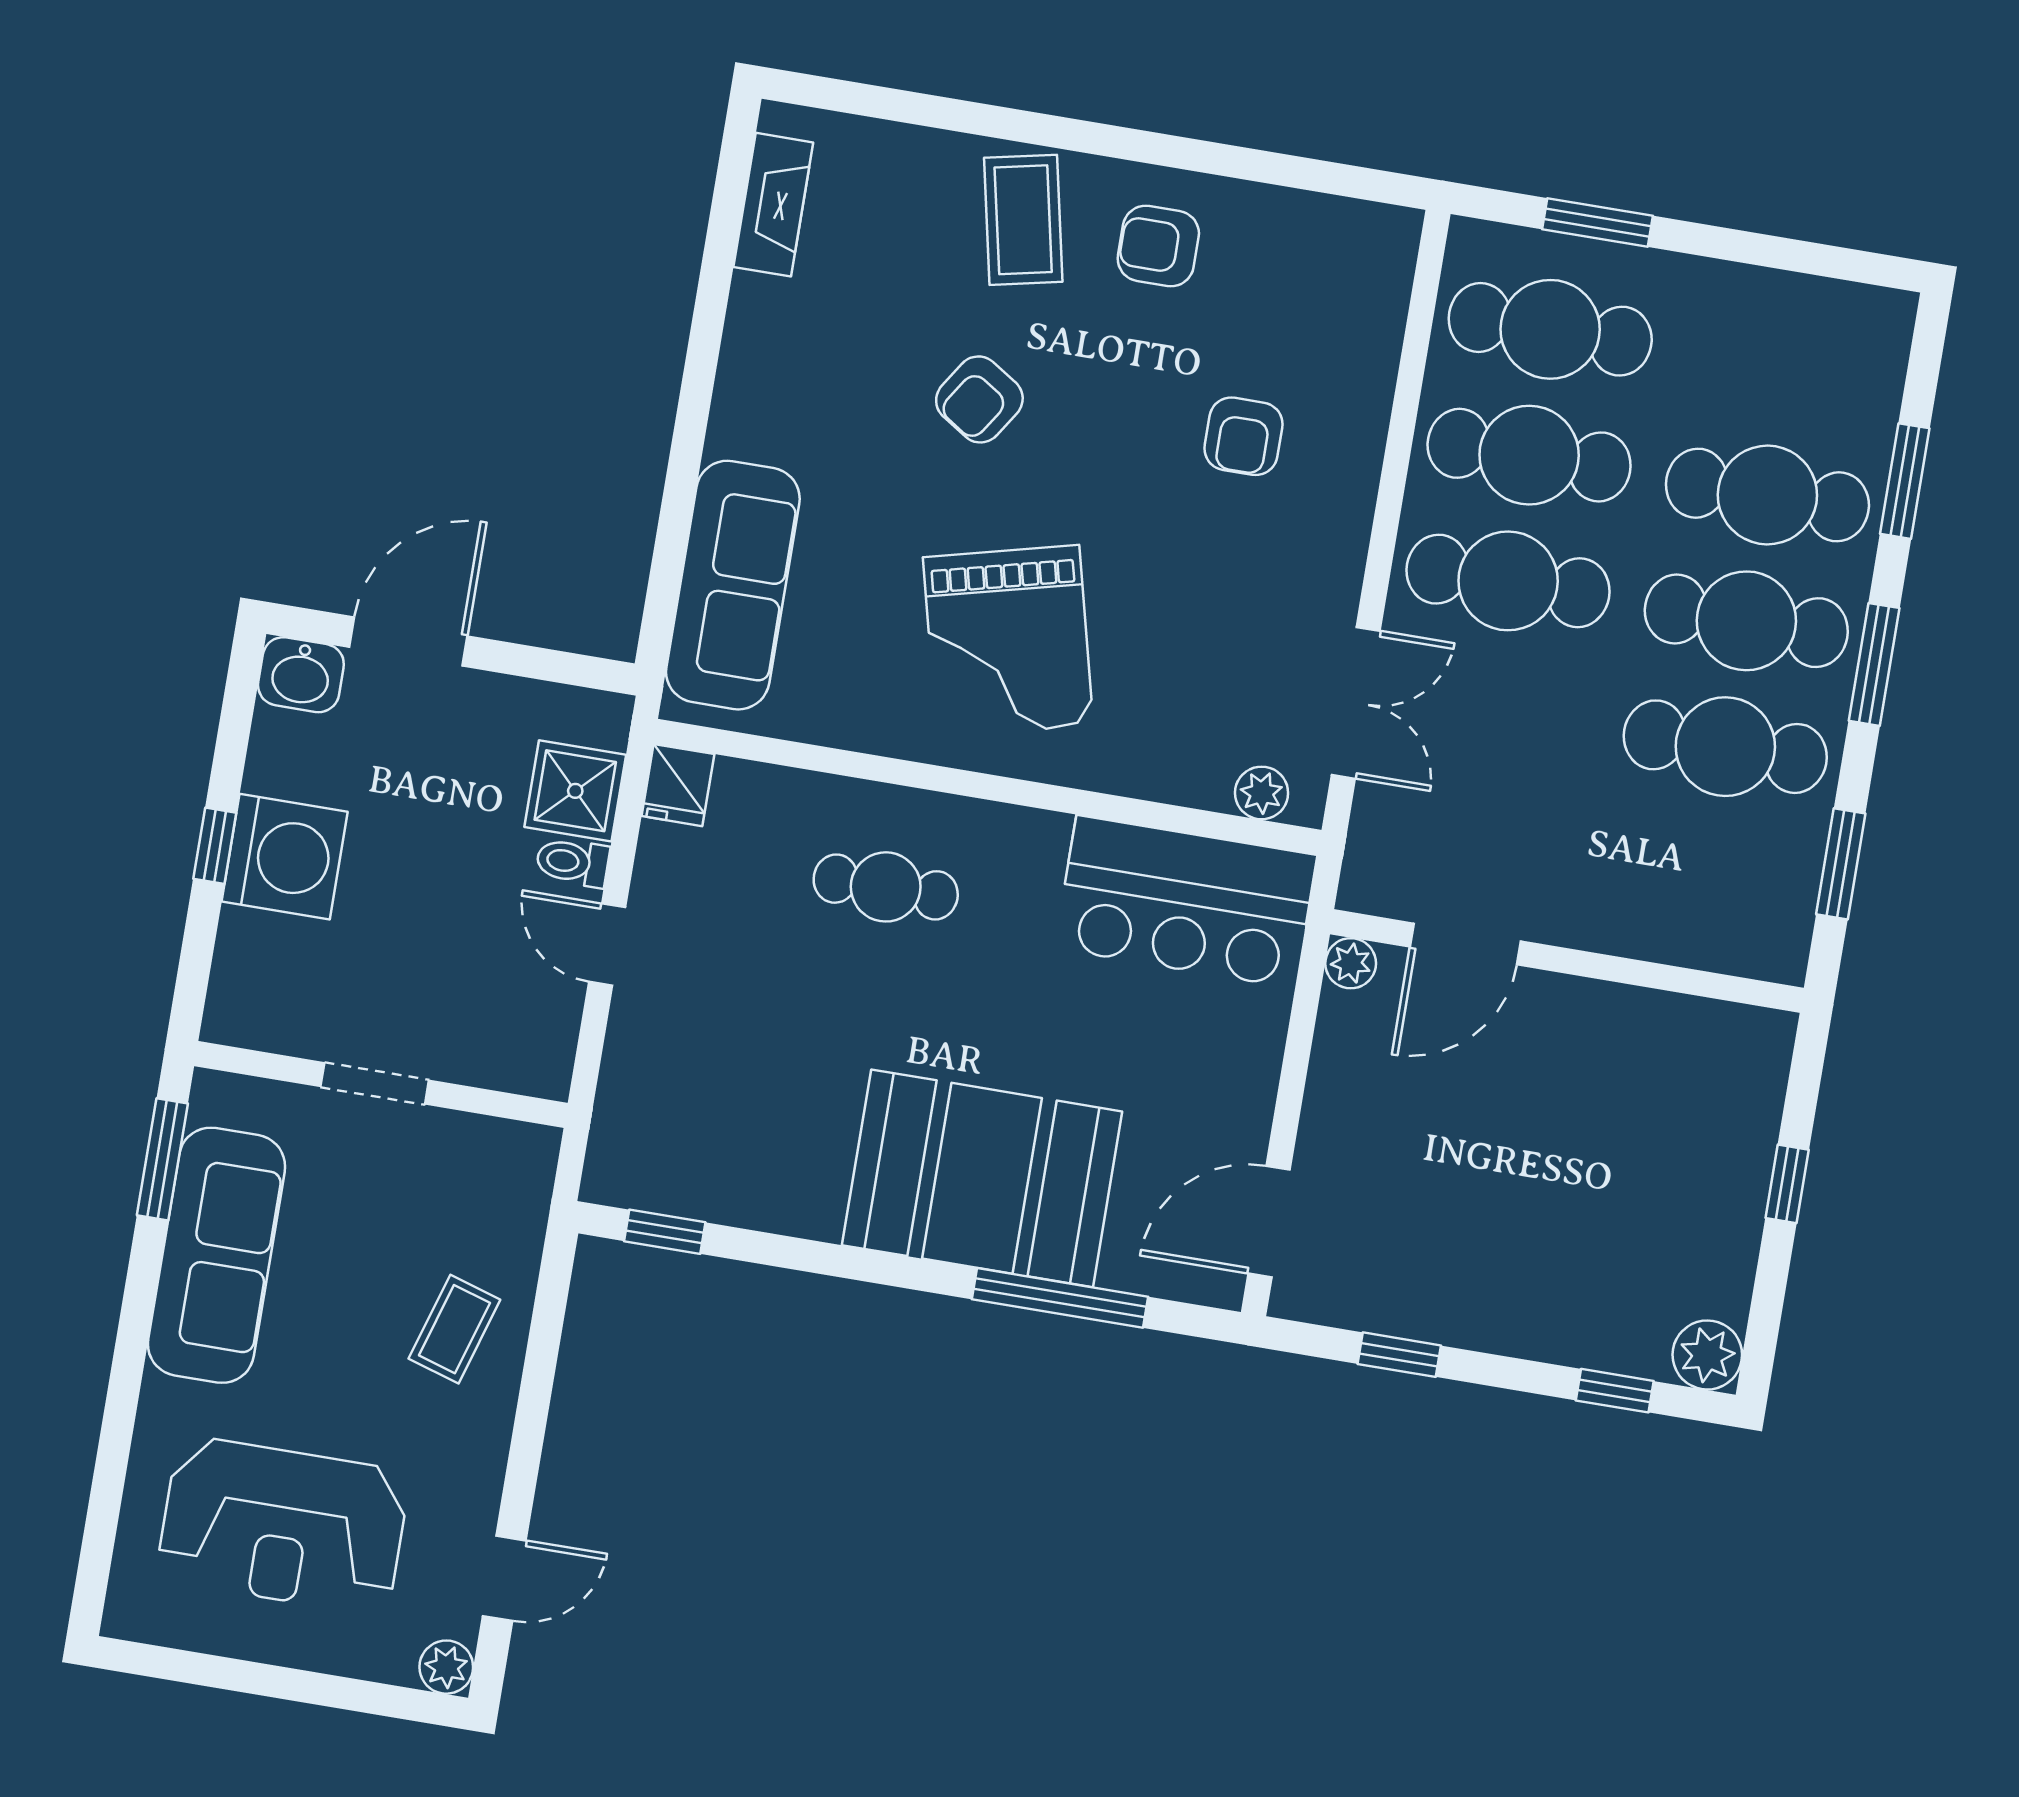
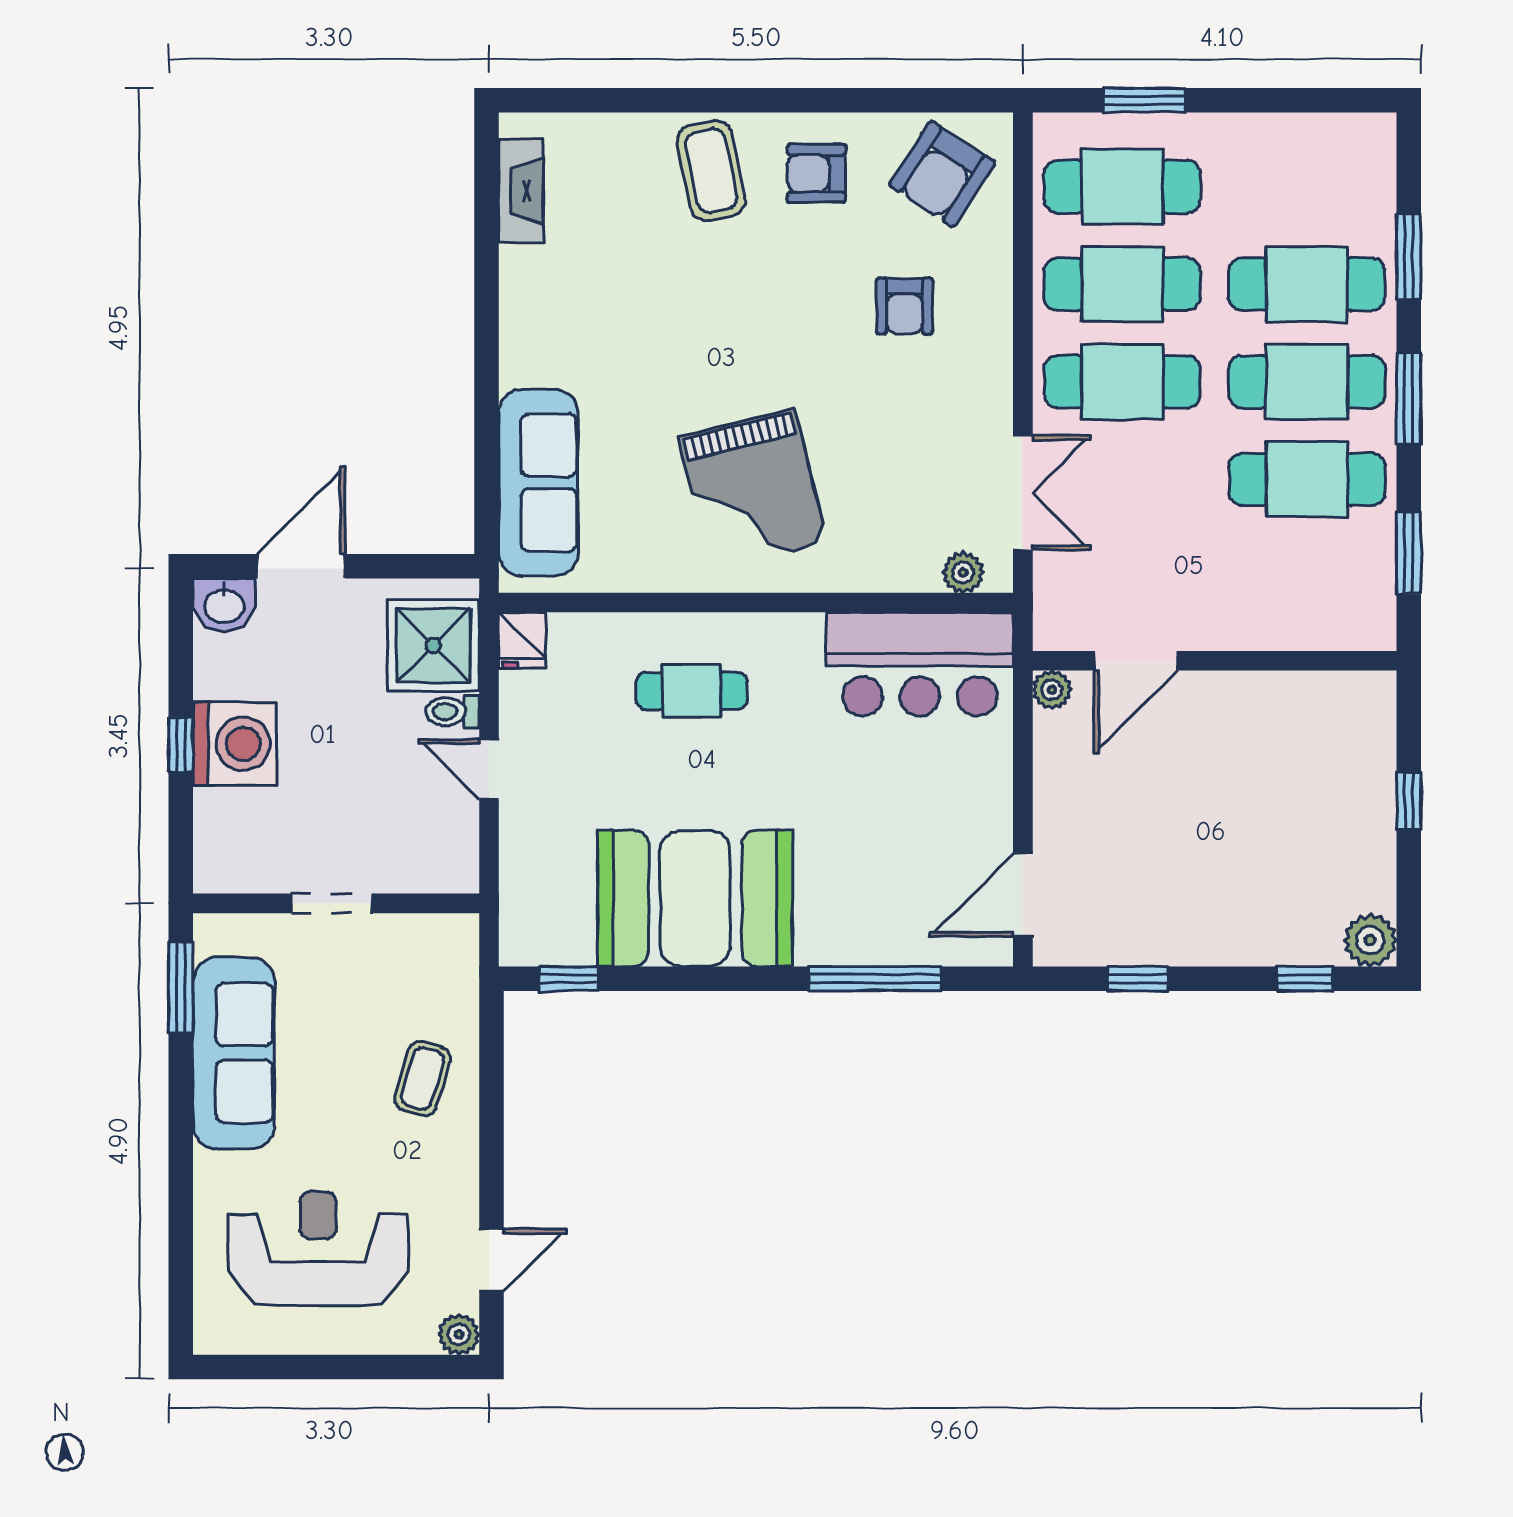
armchair: (979, 399) -> (942, 174), moved, width x1.38, depth x1.38
shower: (575, 791) -> (433, 645), width x1.36, depth x1.36
booth: (982, 1178) -> (695, 898), moved
reception desk: (283, 1525) -> (318, 1248), turned 180

